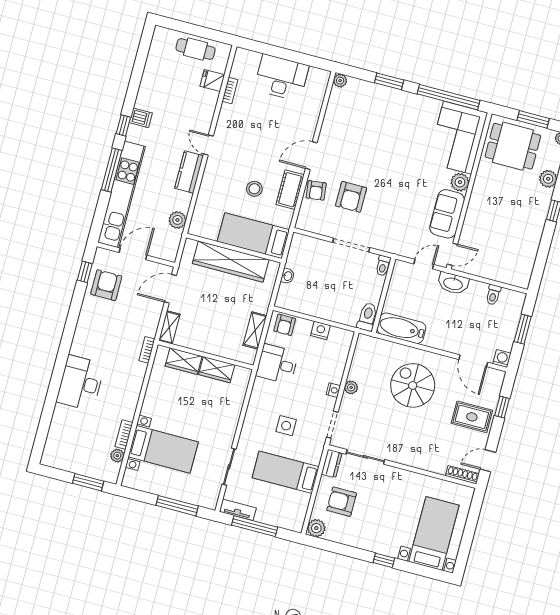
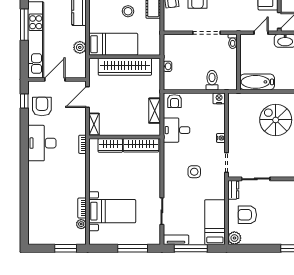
bed: (253, 236) -> (113, 44), moved, turned 180
toilet: (367, 317) -> (212, 80), moved
nightstand: (320, 330) -> (219, 98), moved
wardrobe: (217, 370) -> (141, 145), width x1.50
desk: (80, 383) -> (42, 143), moved
plant: (351, 387) -> (233, 133), removed
bed: (286, 472) -> (215, 222), moved, turned 90

